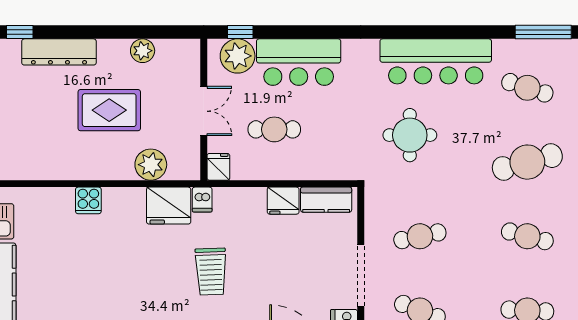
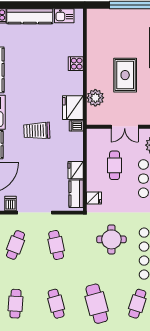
fridge: (218, 167) -> (94, 198), moved
cafe table: (527, 236) -> (56, 304), turned -30

